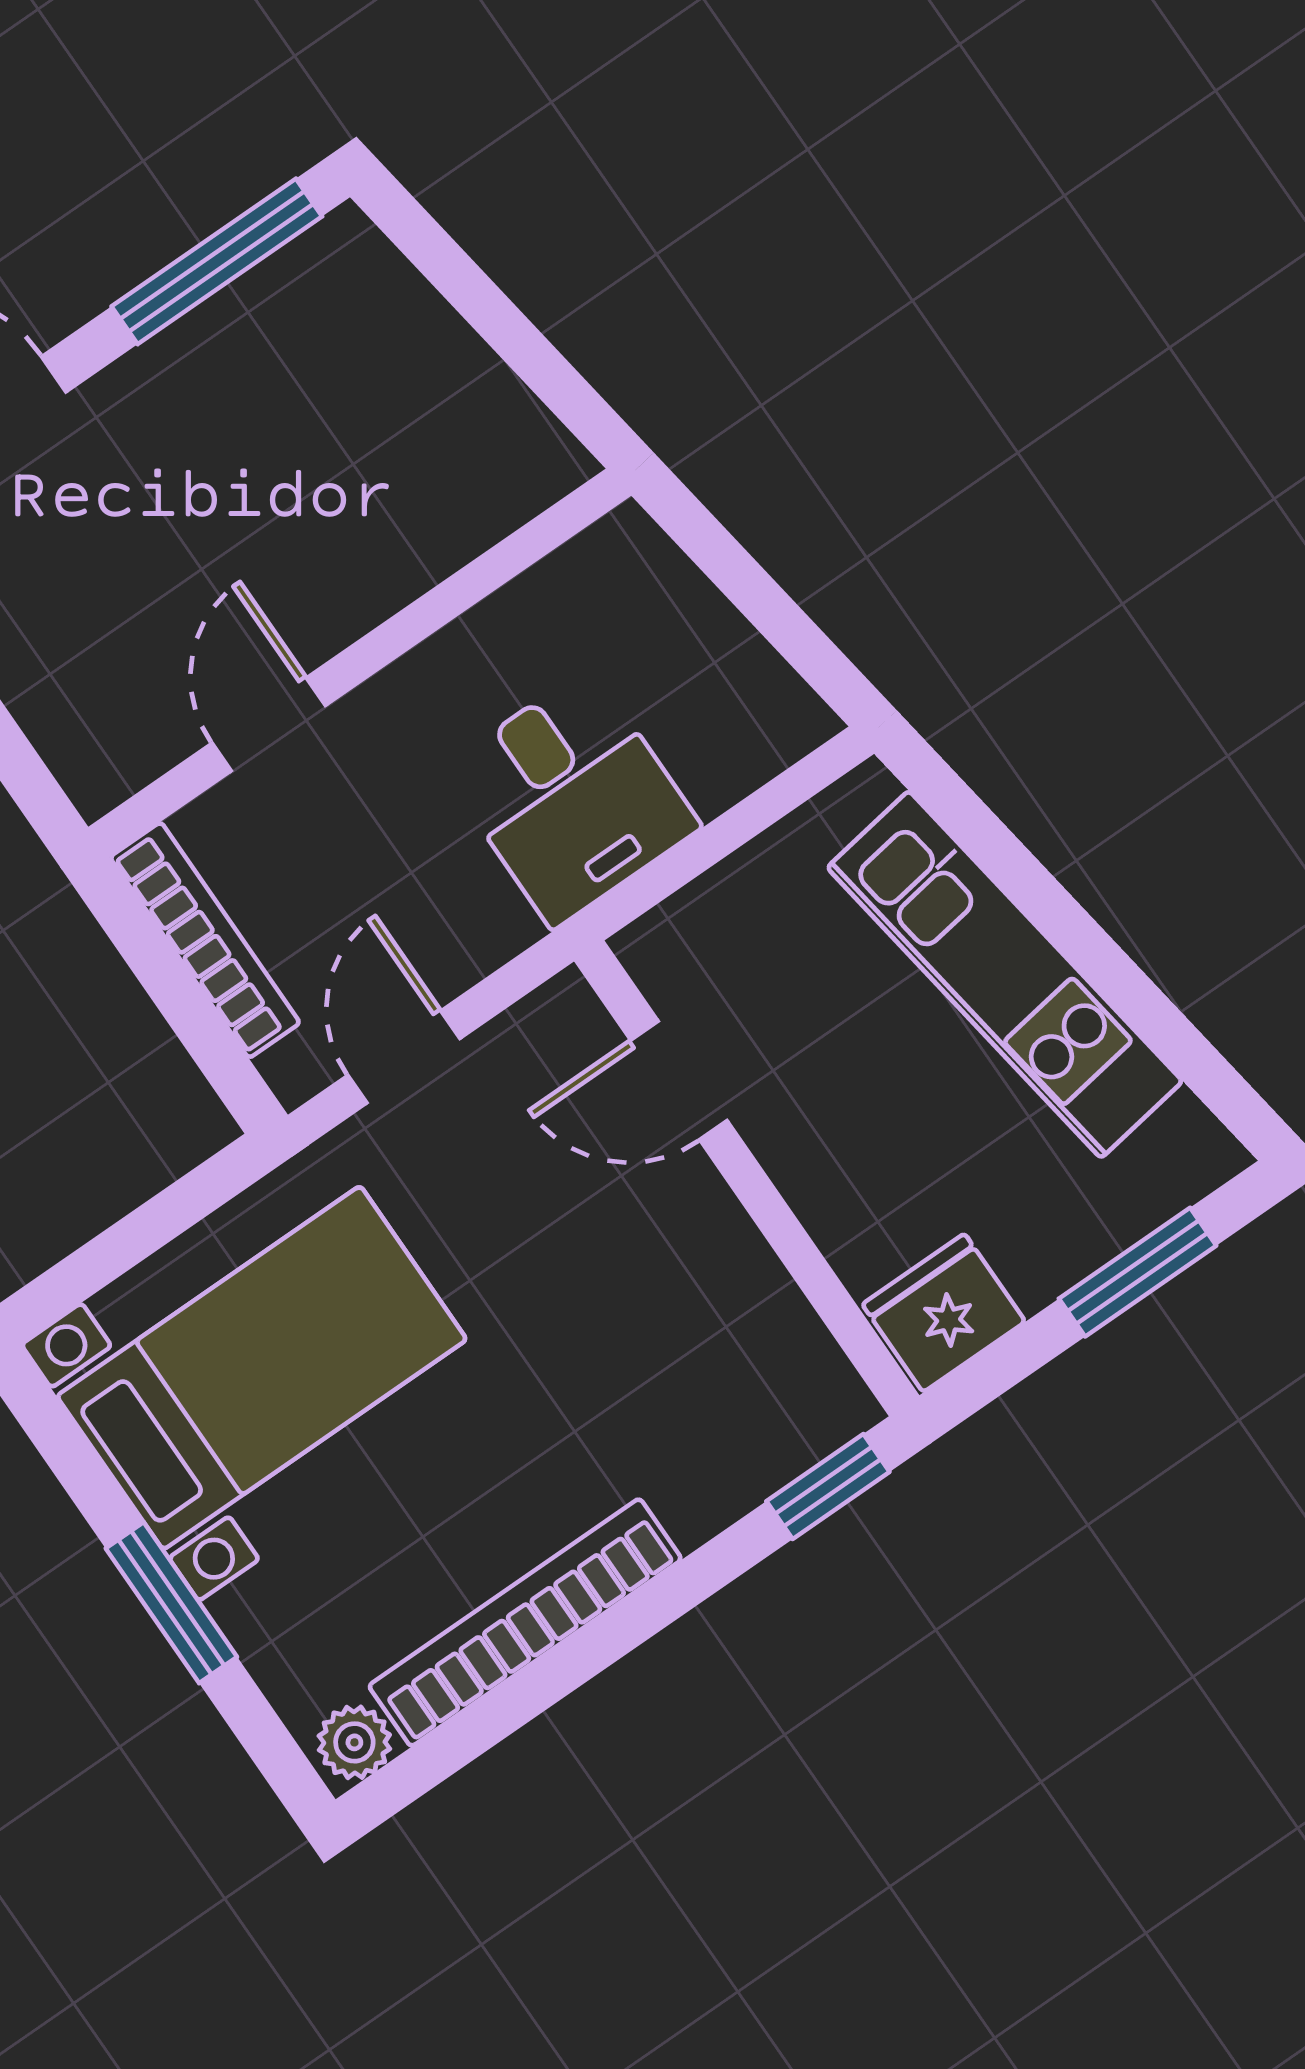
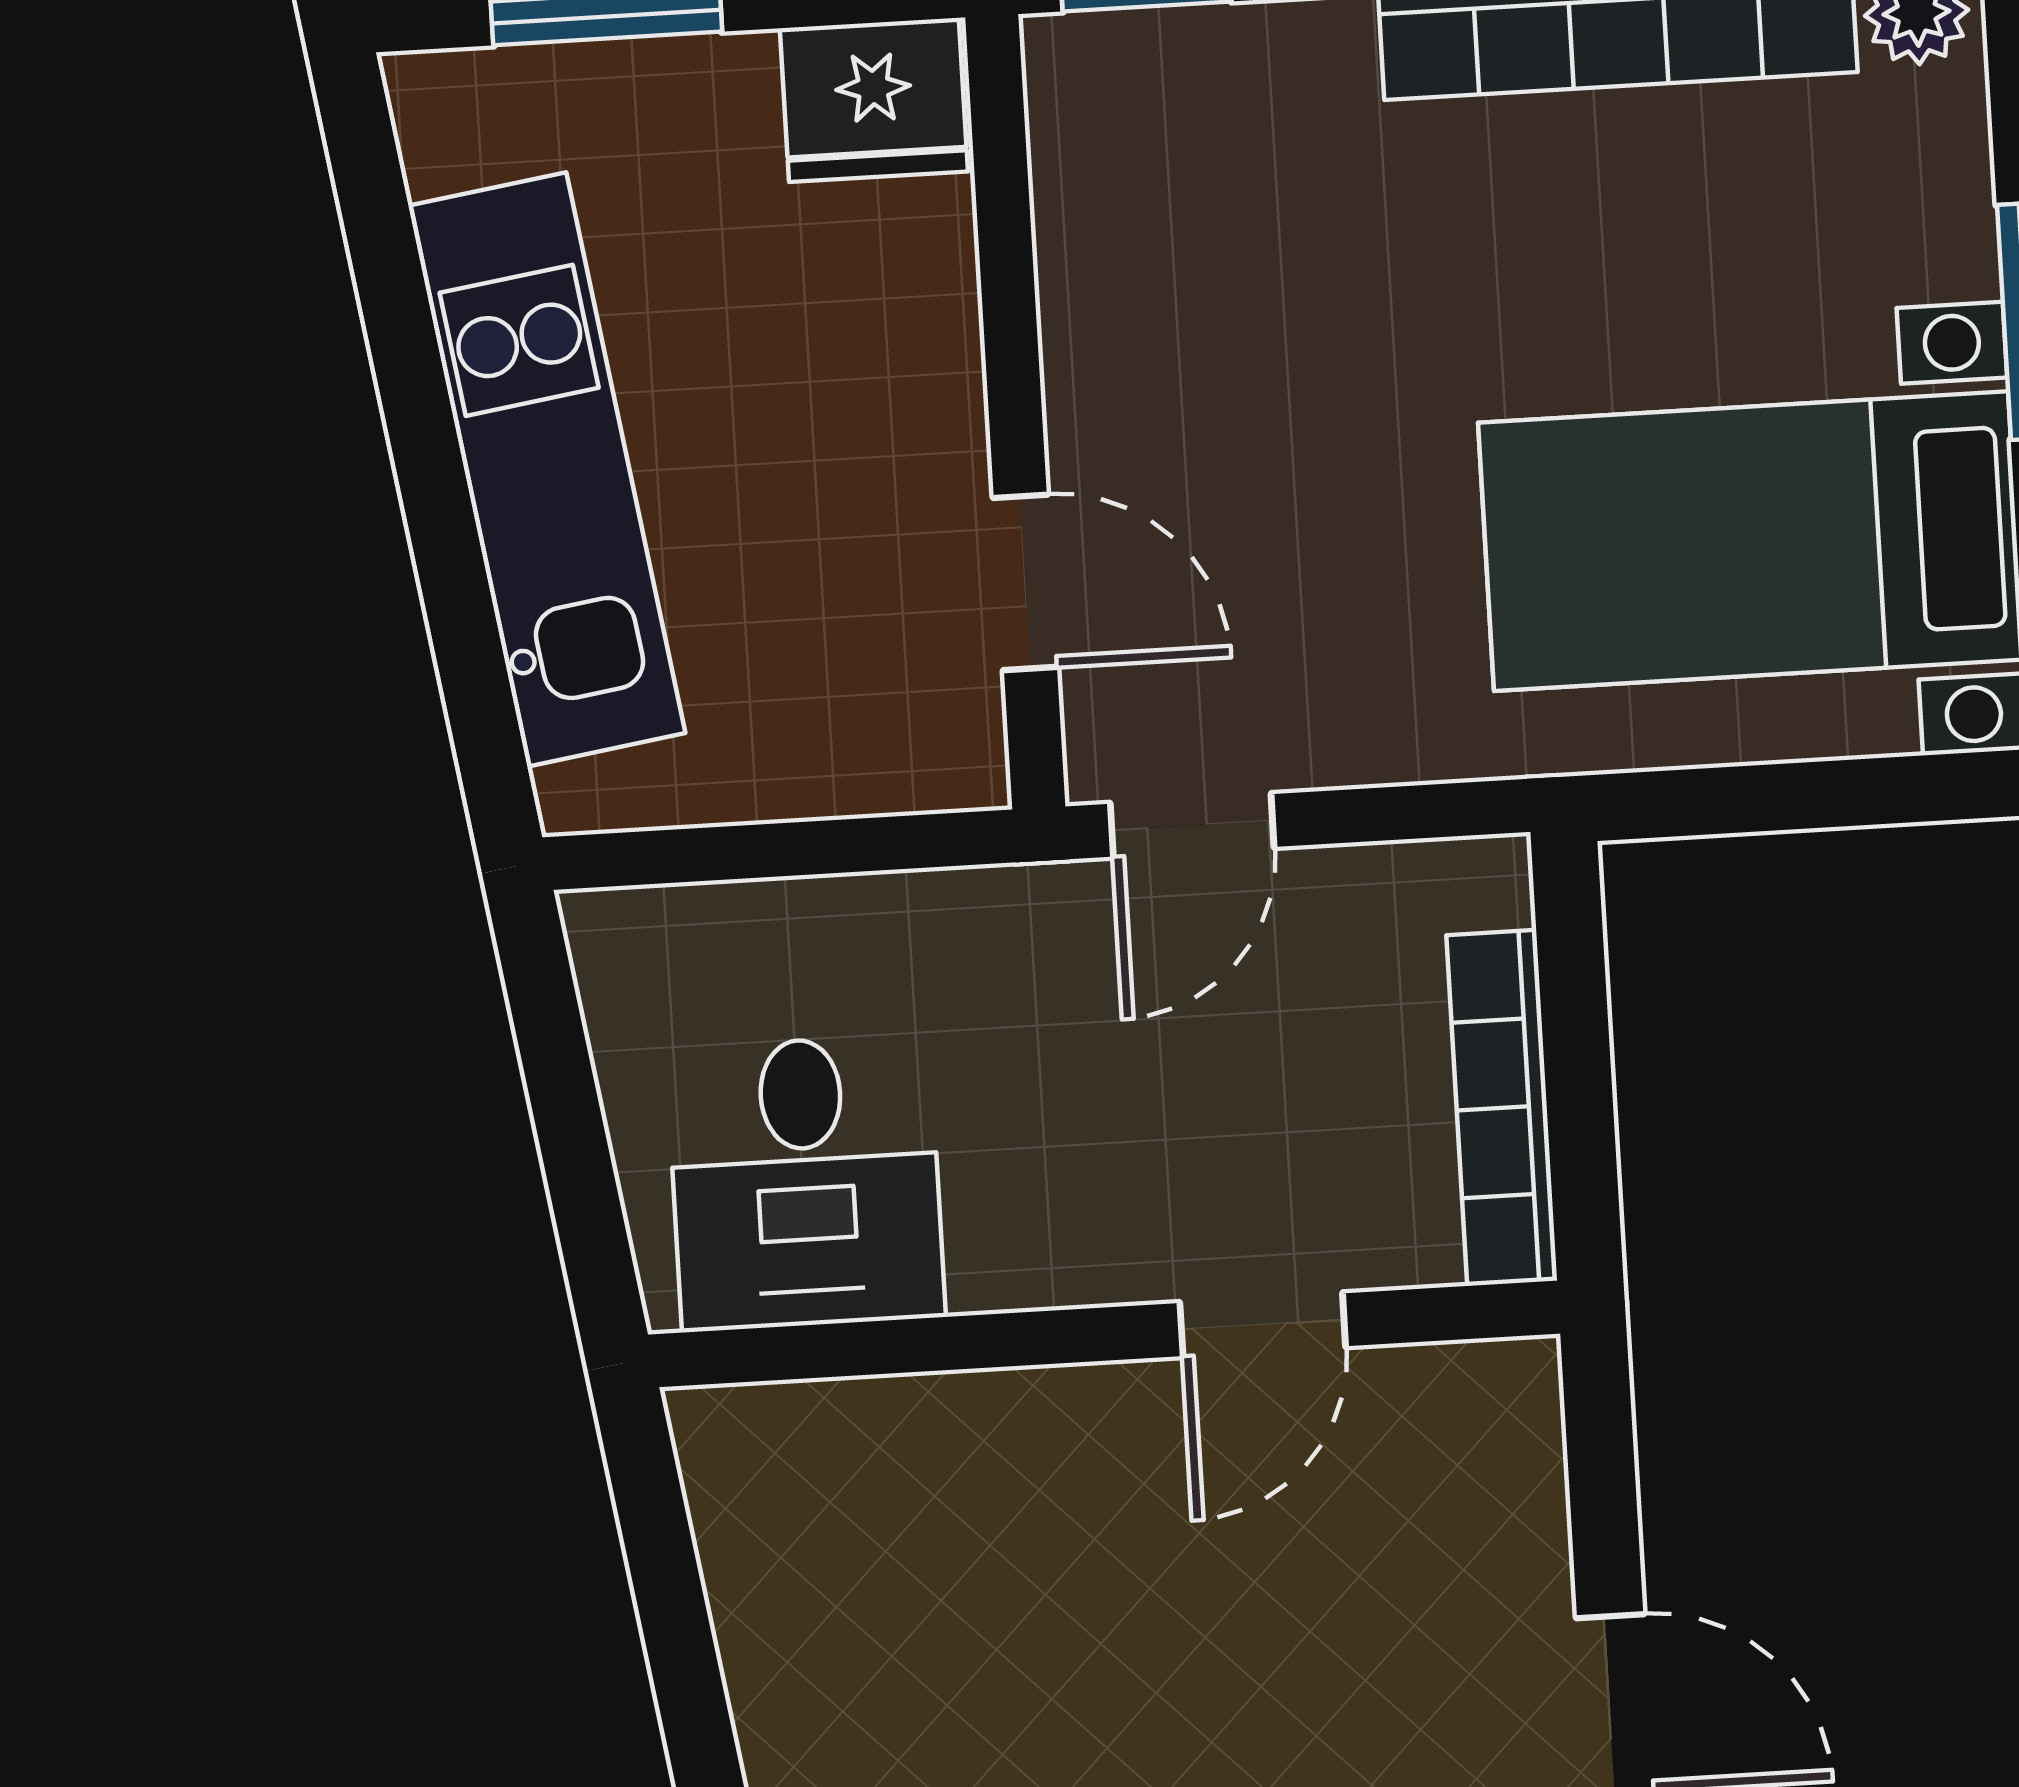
desk: (571, 798) -> (806, 1183), moved, turned 180
door: (404, 1057) -> (1192, 825), moved

